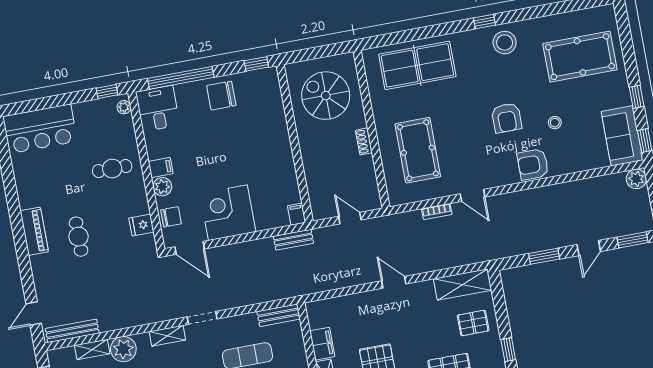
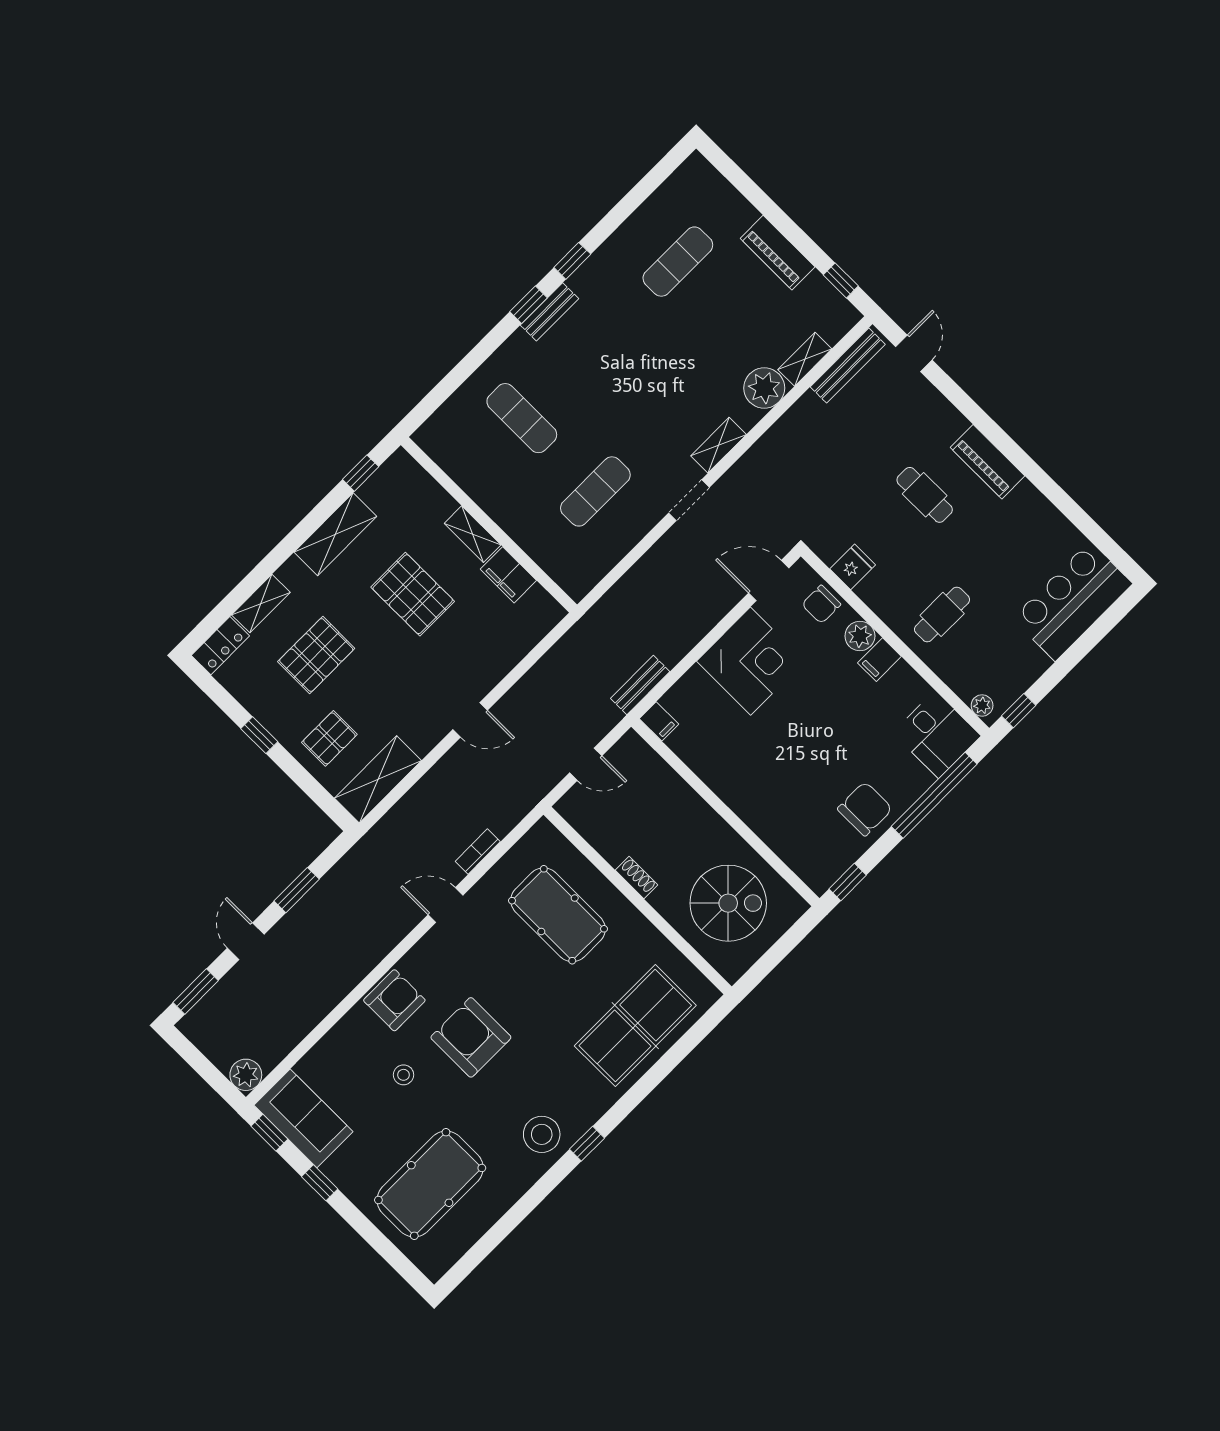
armchair: (507, 118) -> (471, 1037), width x1.36, depth x1.36
bench: (279, 315) -> (591, 573), removed

